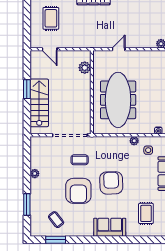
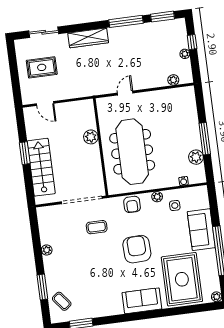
rug: (51, 18) -> (42, 67), turned 90
plant: (85, 68) -> (91, 137), moved
armchair: (78, 191) -> (132, 204), moved, width x0.53, depth x0.53
rug: (146, 213) -> (182, 279), width x1.86, depth x2.06
coffee table: (56, 220) -> (62, 301), moved

